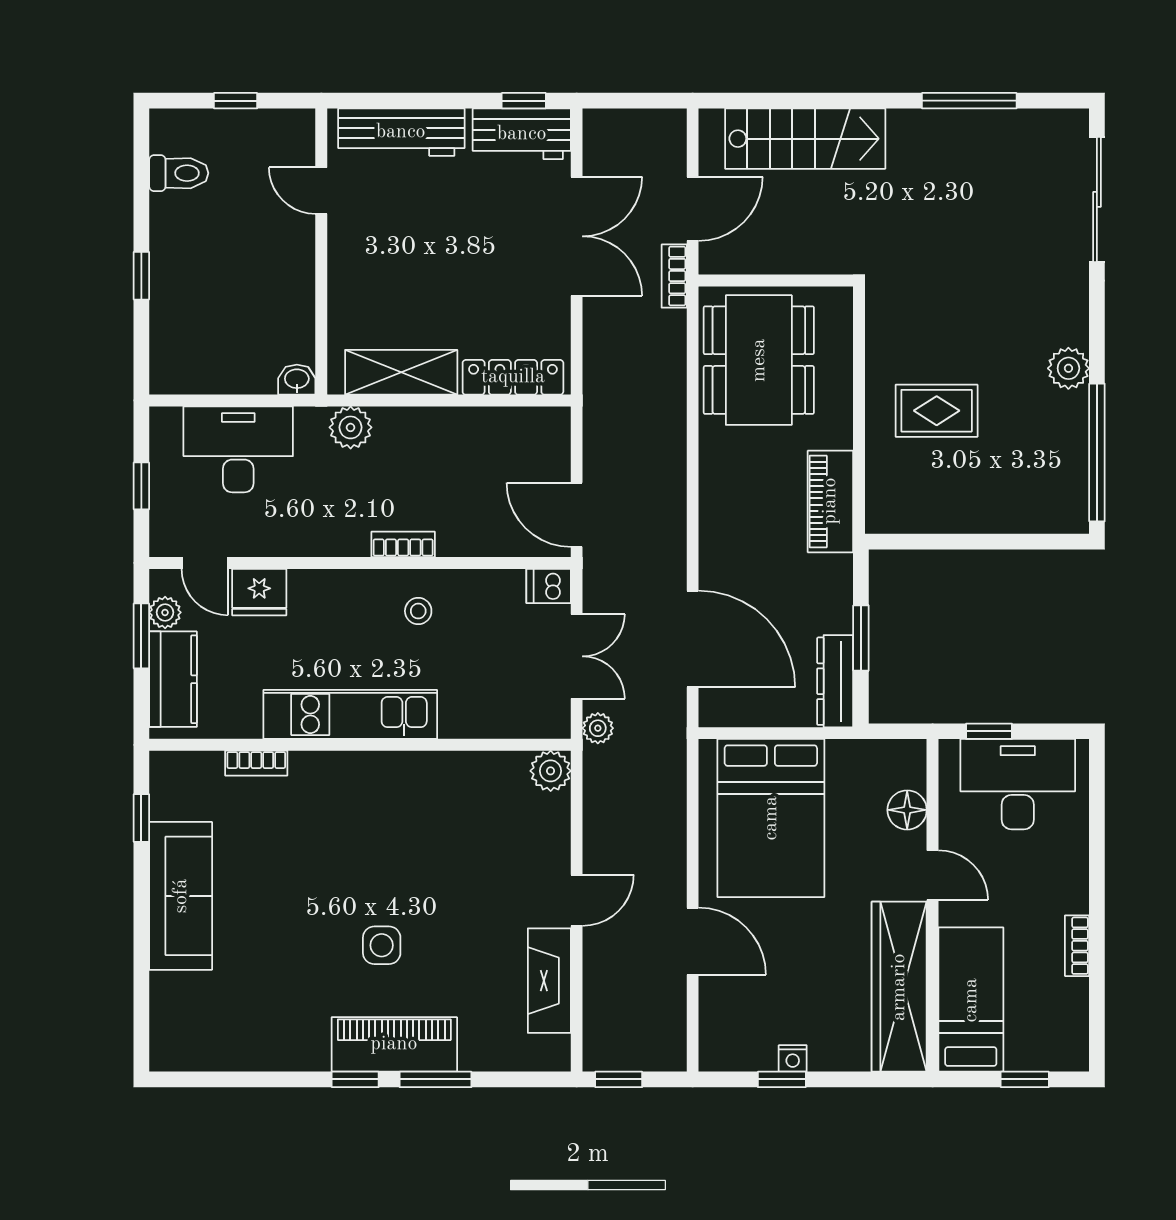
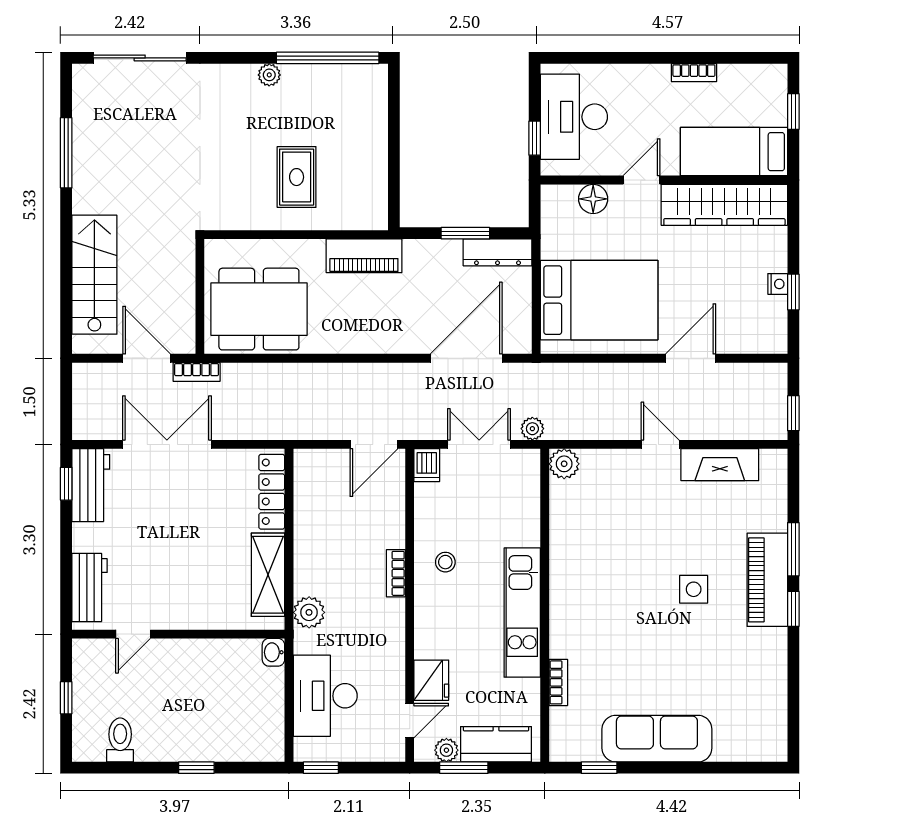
workbench: (401, 132) -> (90, 587), width x0.73
plant: (1068, 368) -> (269, 75), width x0.73, depth x0.73
window: (141, 486) -> (321, 768), moved

